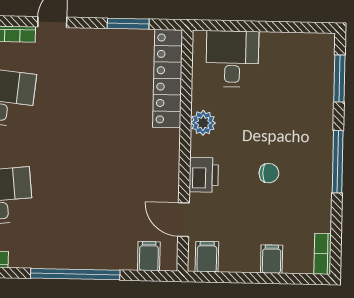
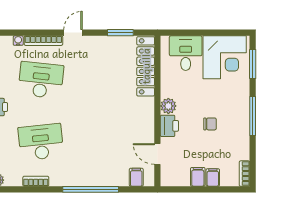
corner desk: (295, 67) -> (225, 57), added
plant: (203, 123) -> (168, 106), moved
filing cabinet: (207, 257) -> (198, 177), moved

